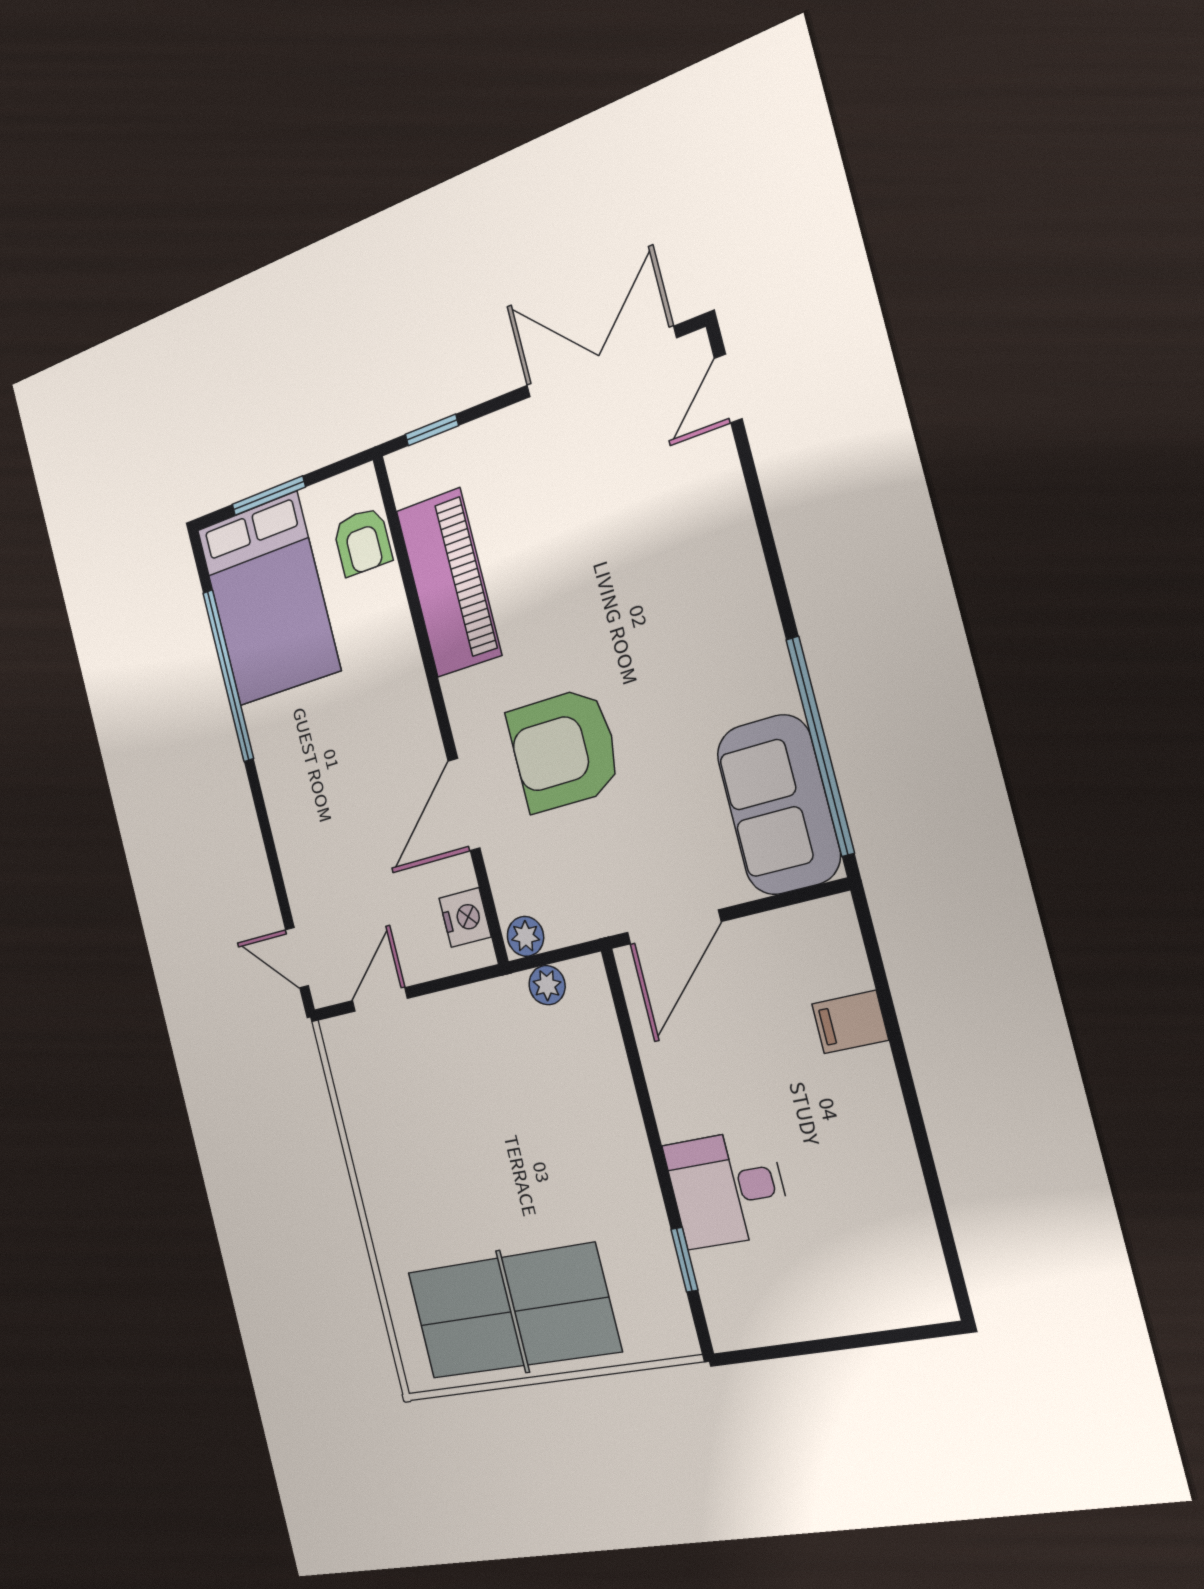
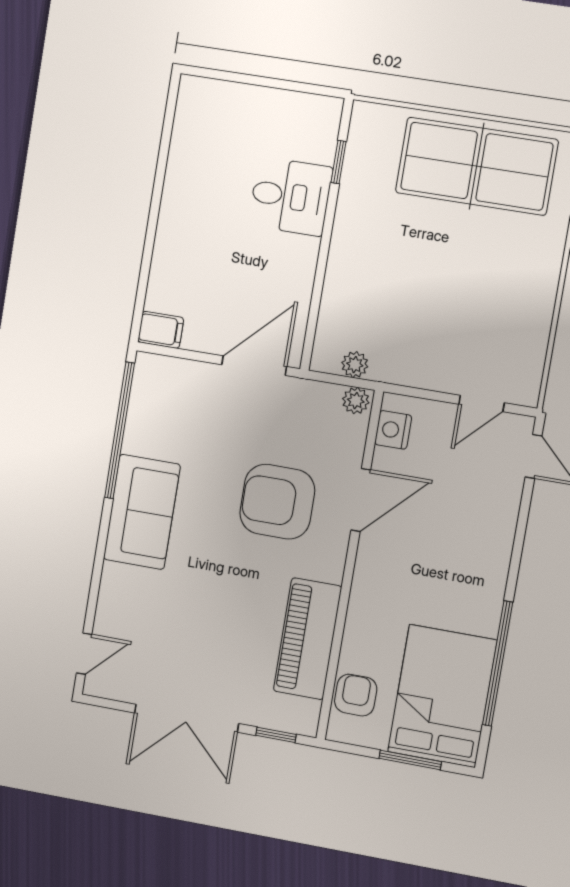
double door: (600, 362) -> (186, 718), moved
armchair: (564, 750) -> (277, 502), turned 180
sofa: (778, 805) -> (142, 512), moved
filing cabinet: (850, 1022) -> (161, 330), moved

